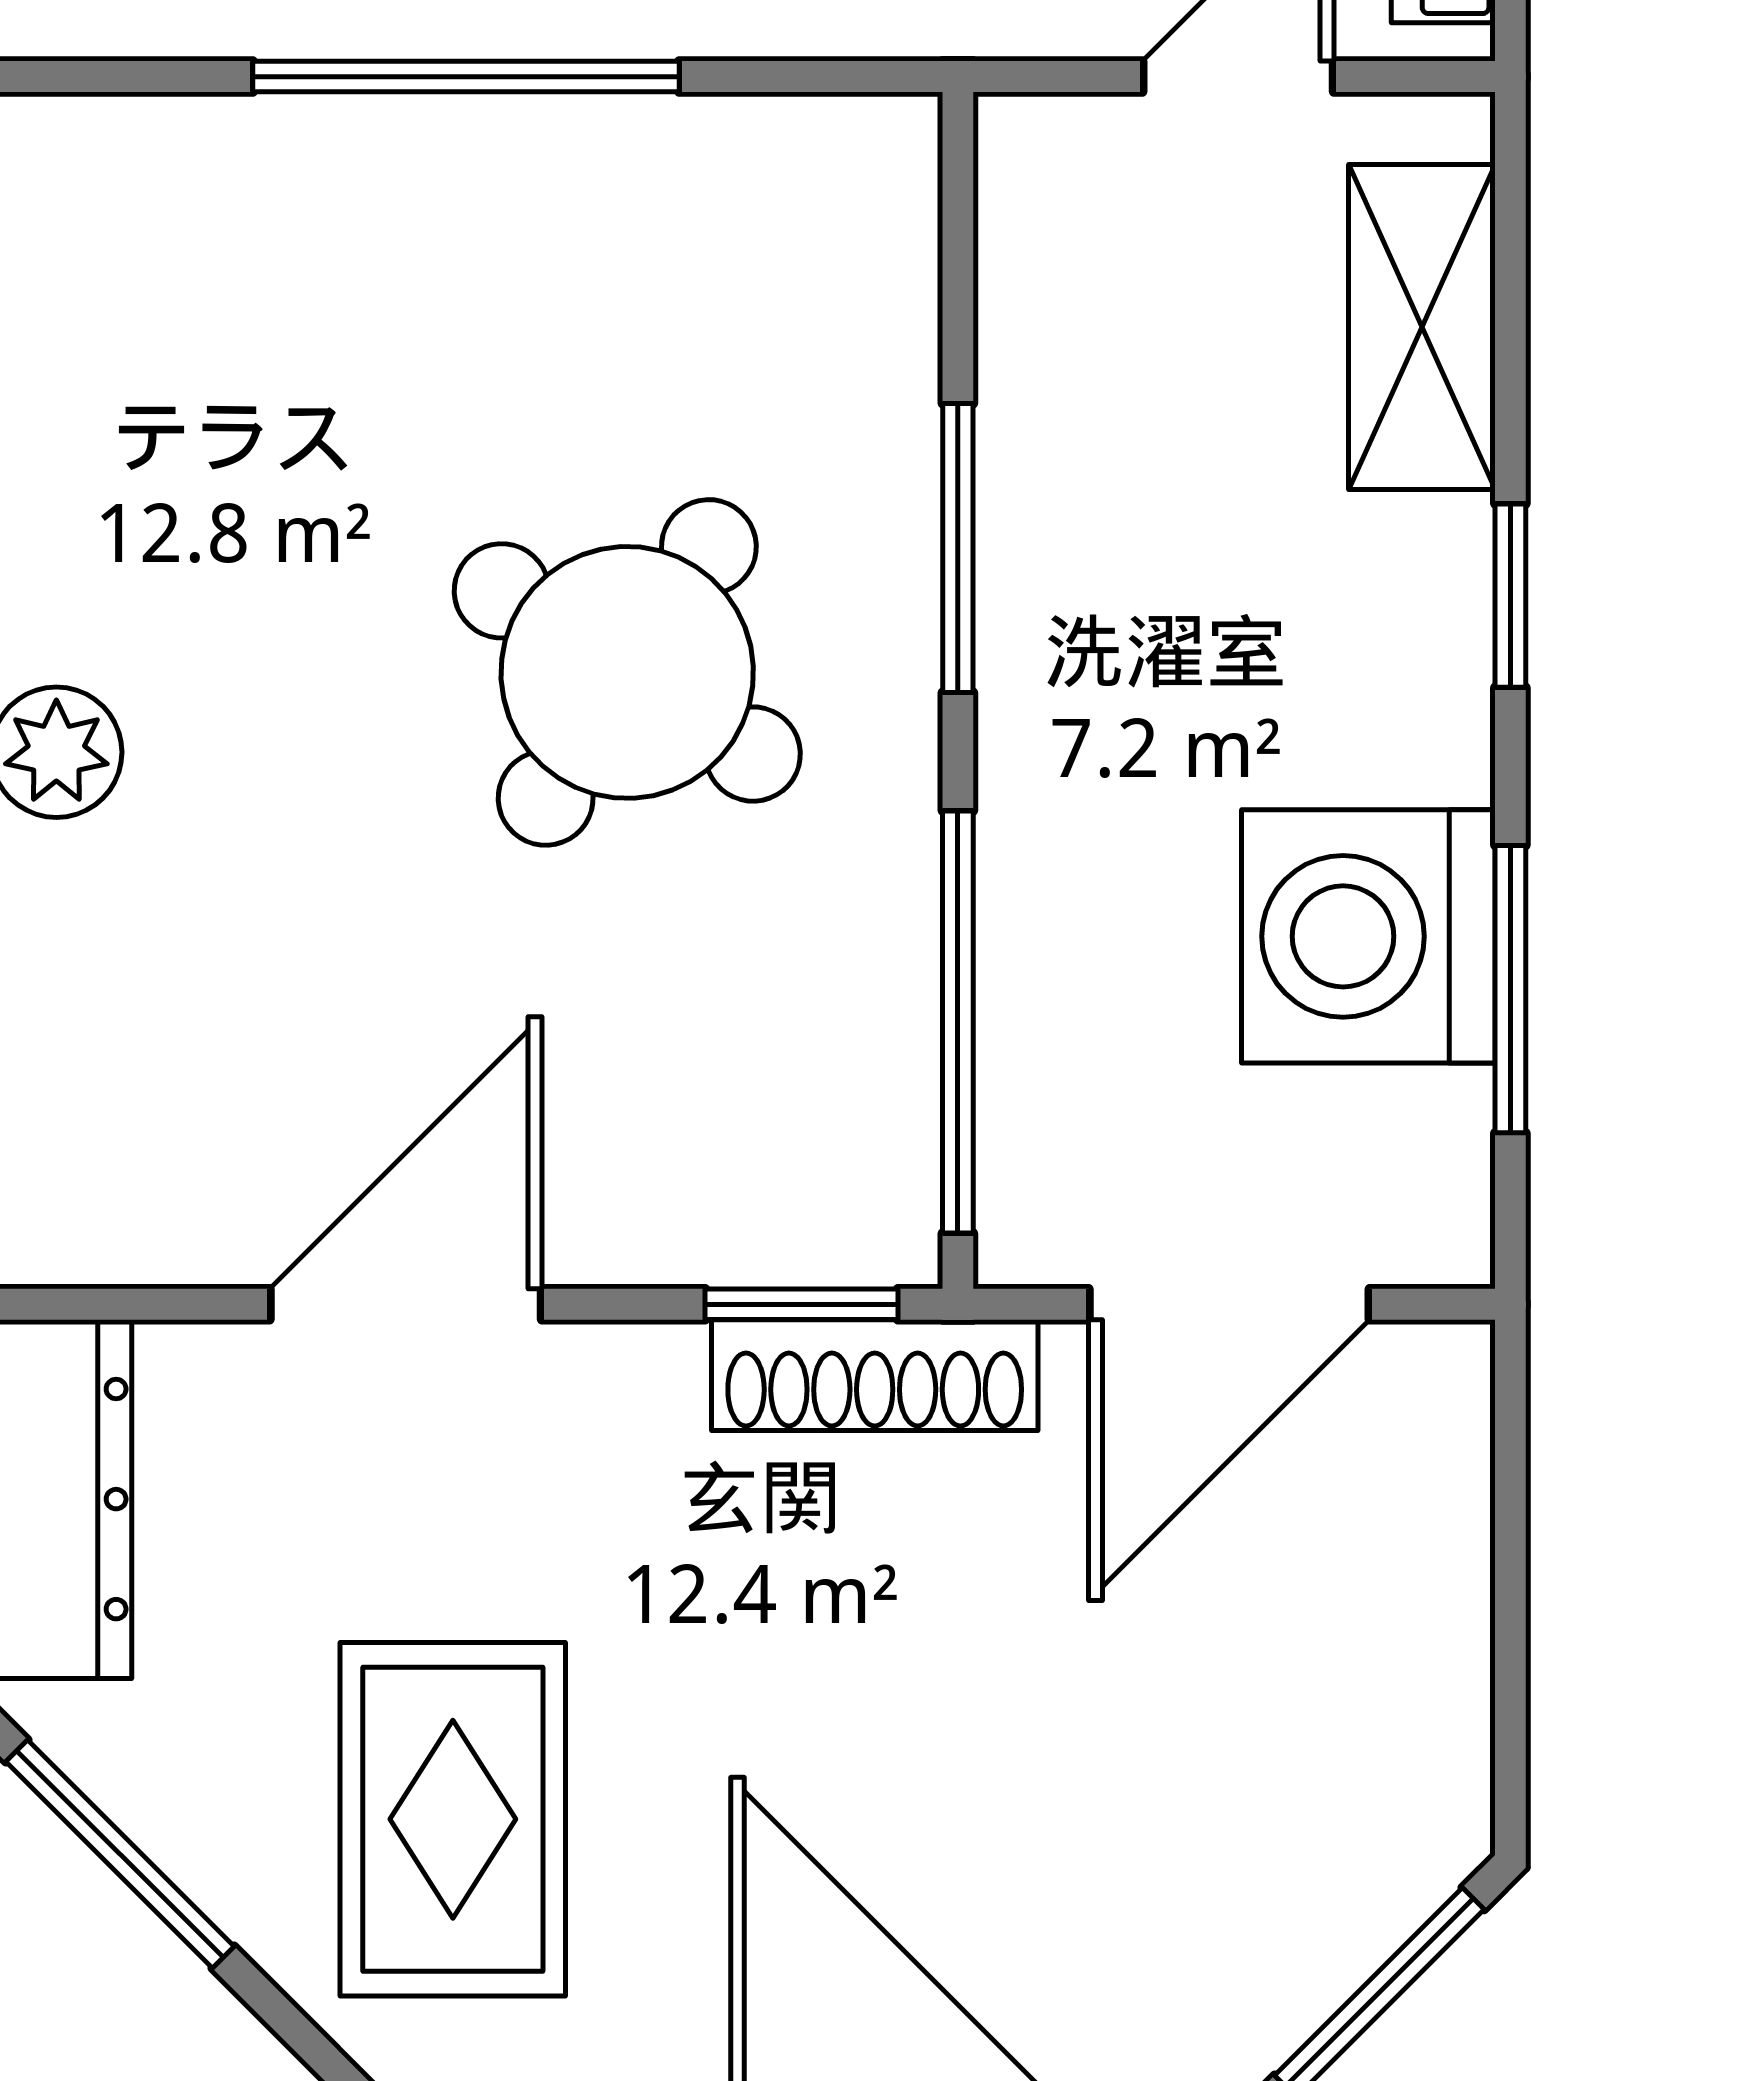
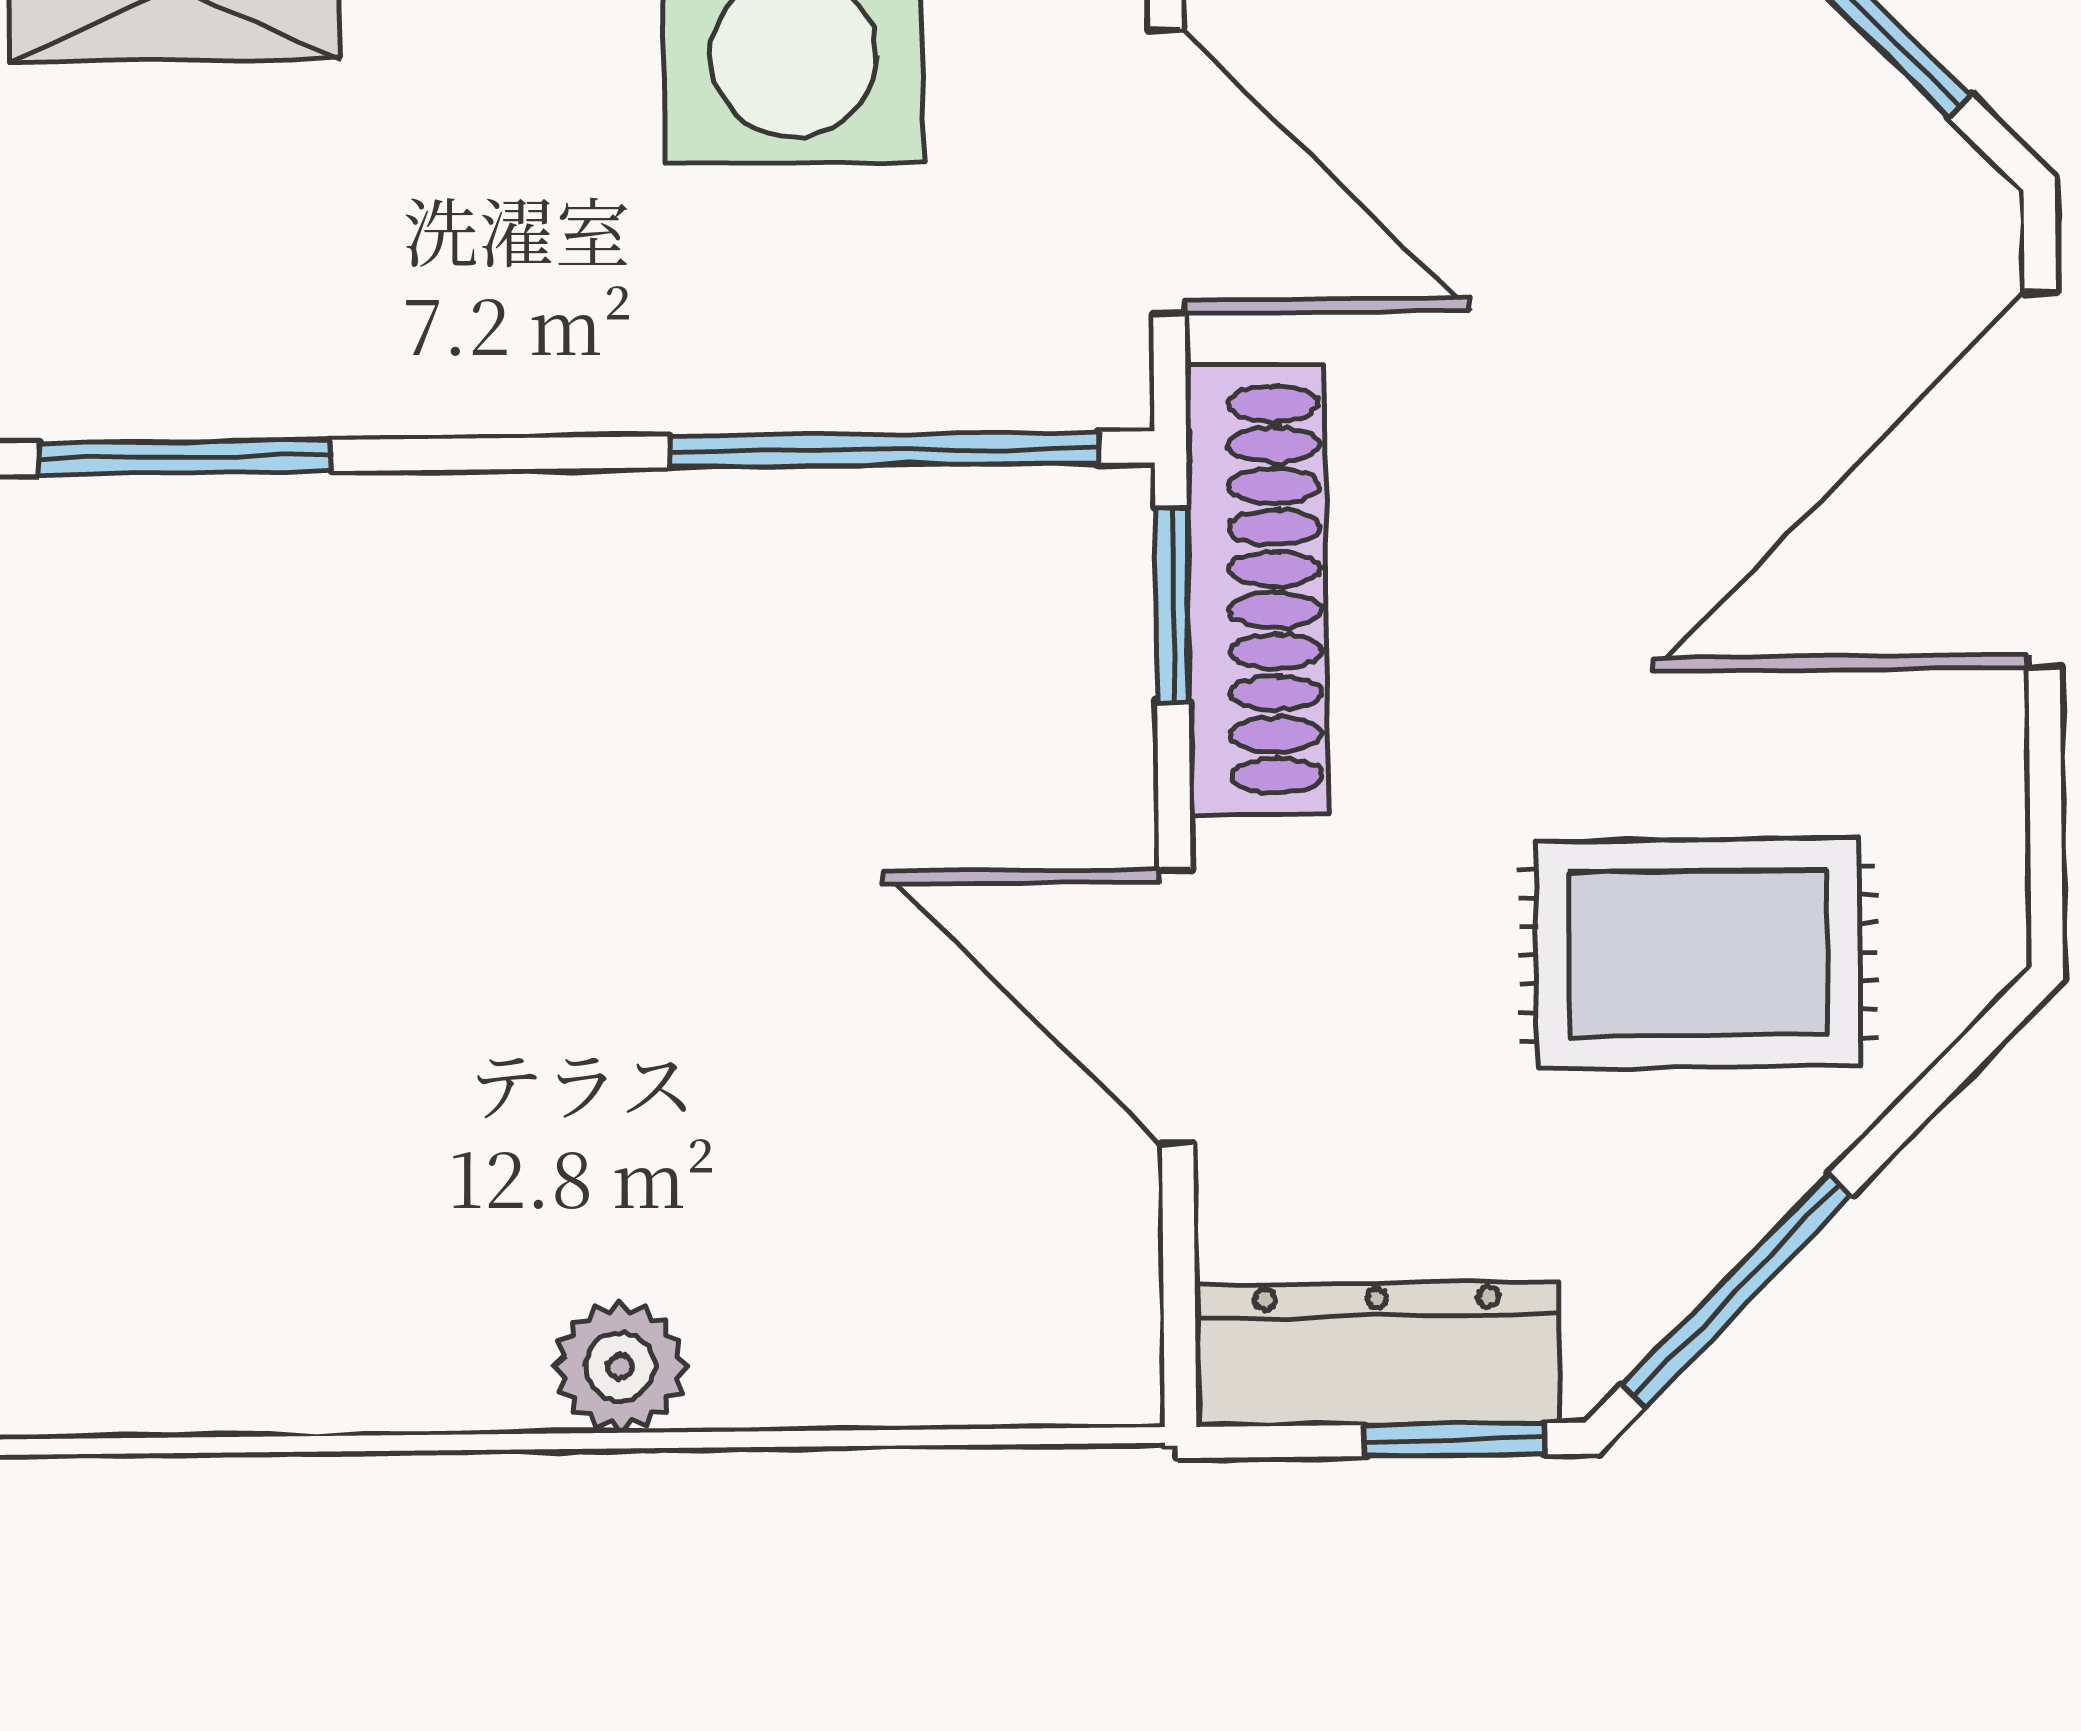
window: (958, 548) -> (185, 457), moved
round table: (627, 672) -> (533, 789), removed
shoe rack: (875, 1375) -> (1257, 590), width x1.36, depth x1.24

